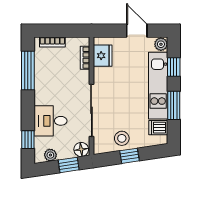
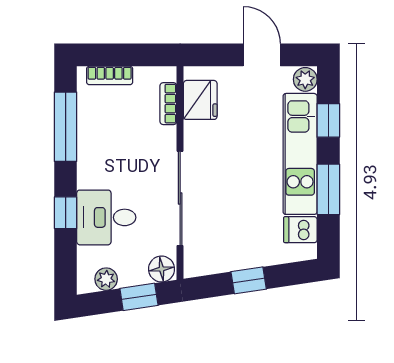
stool: (122, 138) -> (235, 249), removed
window: (28, 140) -> (66, 213), moved

